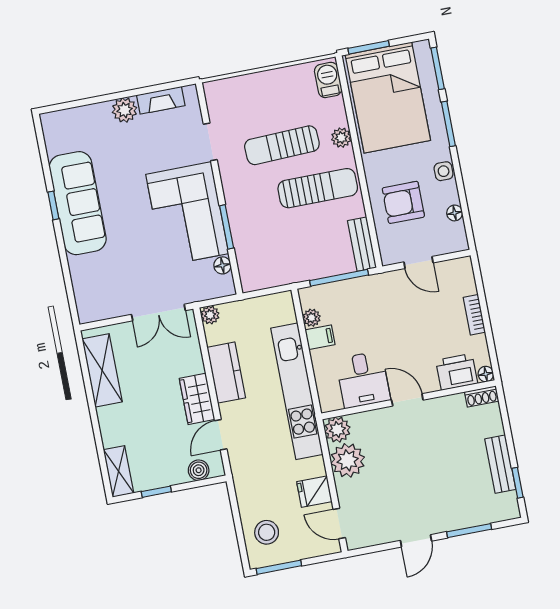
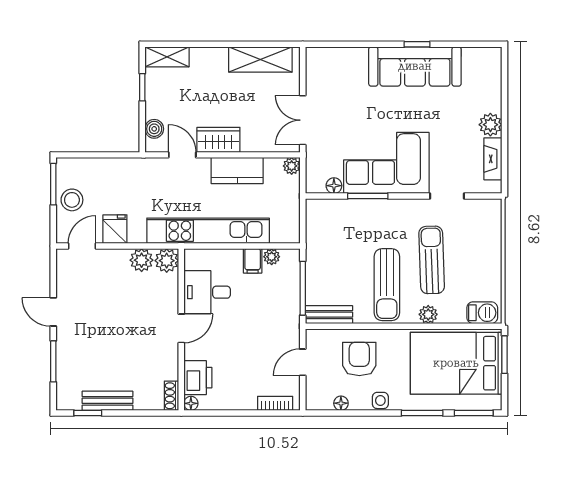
bookcase: (474, 315) -> (275, 403), moved
plant: (348, 460) -> (142, 260), width x0.73, depth x0.73
stool: (267, 532) -> (72, 200), moved

